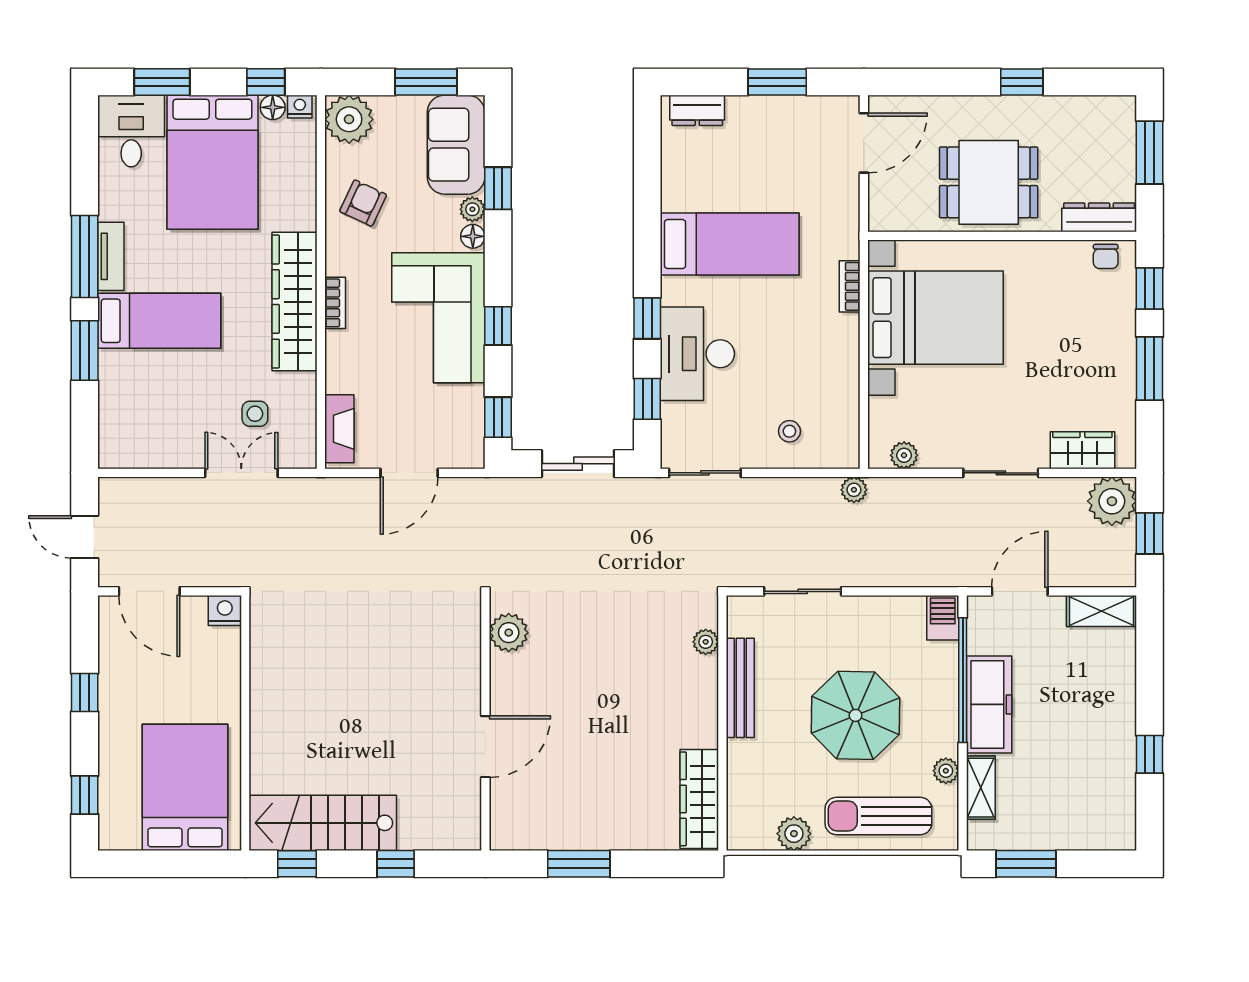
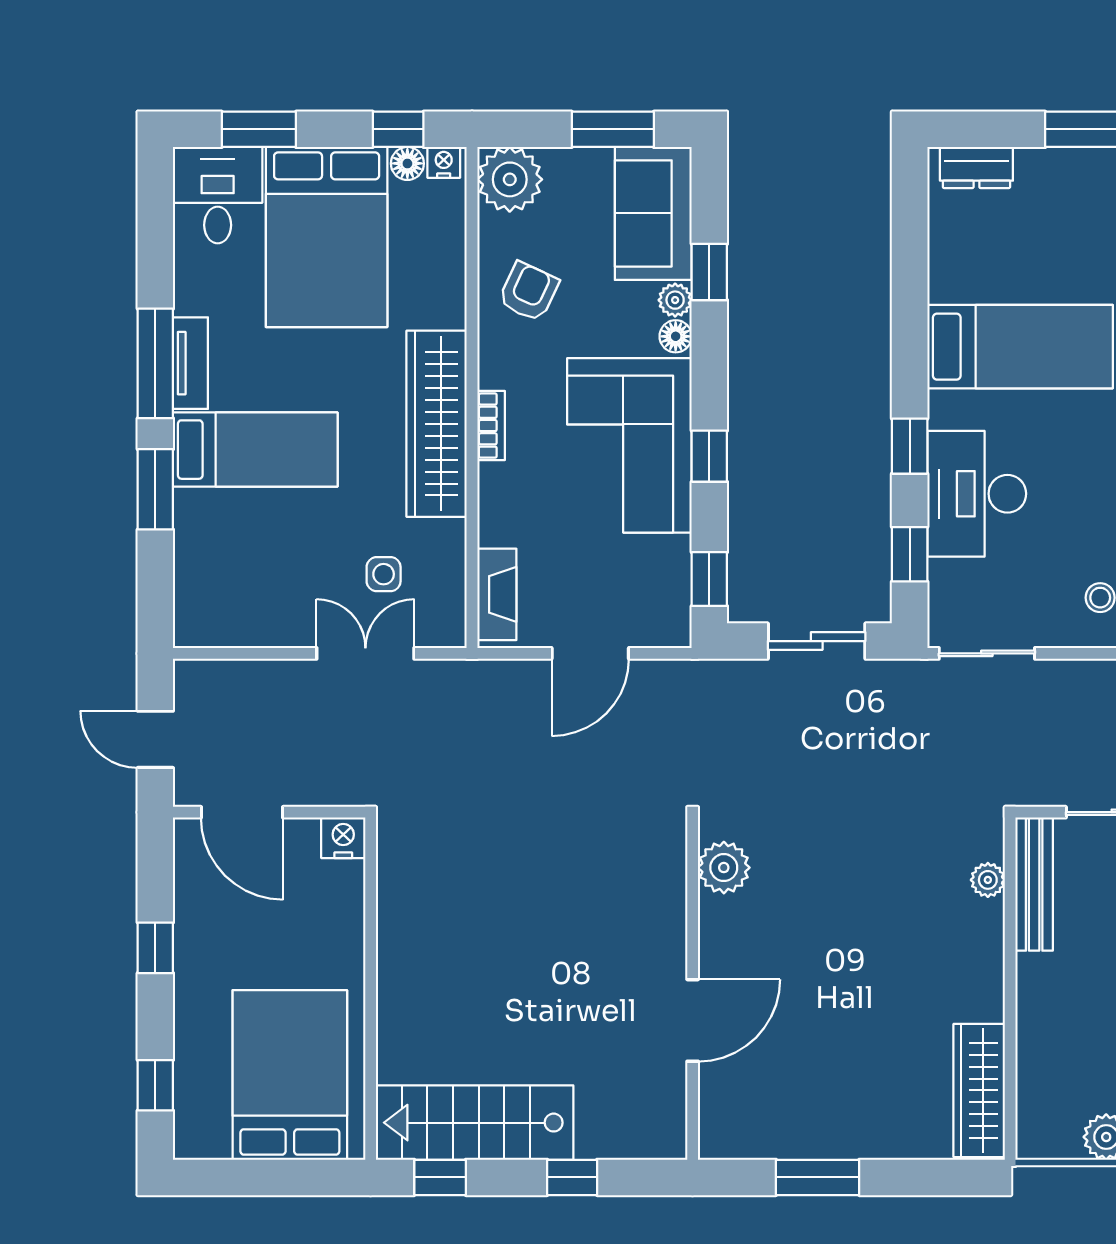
bench: (740, 688) -> (1034, 884), moved

